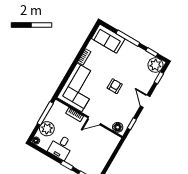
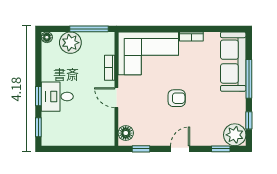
sofa: (108, 39) -> (233, 62), width x1.36
desk: (61, 147) -> (57, 97), moved

